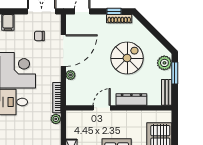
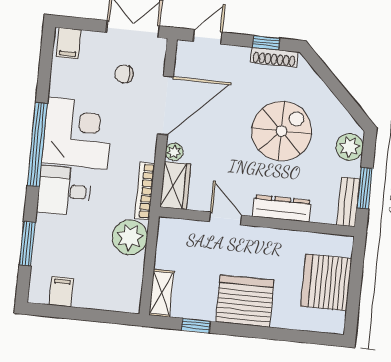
window: (175, 73) -> (365, 188), moved
wardrobe: (73, 93) -> (175, 186), added
door: (102, 108) -> (225, 218), hinge flipped
plant: (56, 119) -> (130, 237), width x1.88, depth x1.88

